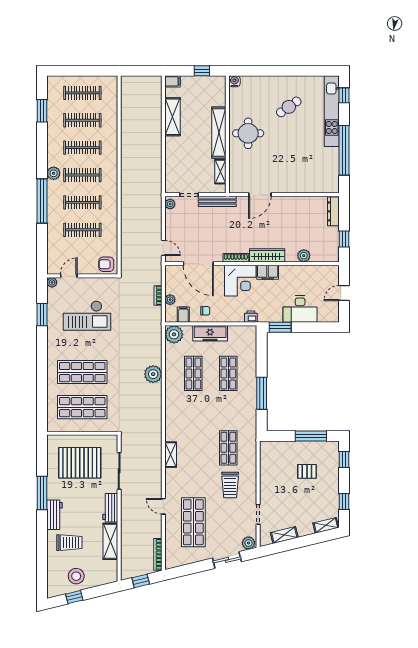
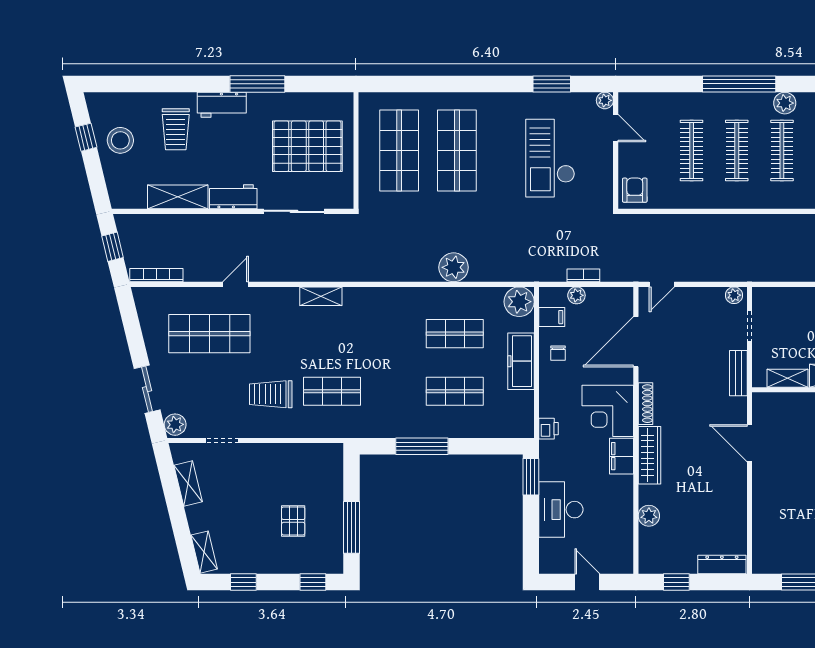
bench: (217, 201) -> (738, 373), width x0.73
pallet: (80, 463) -> (307, 146), turned 90

